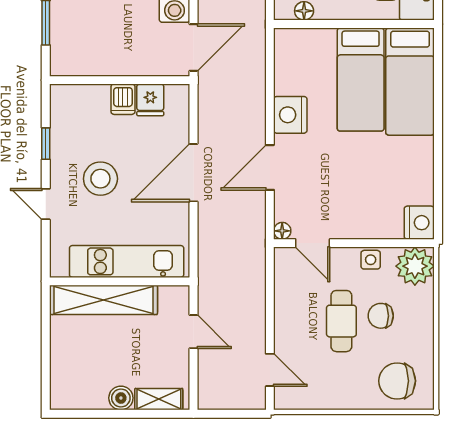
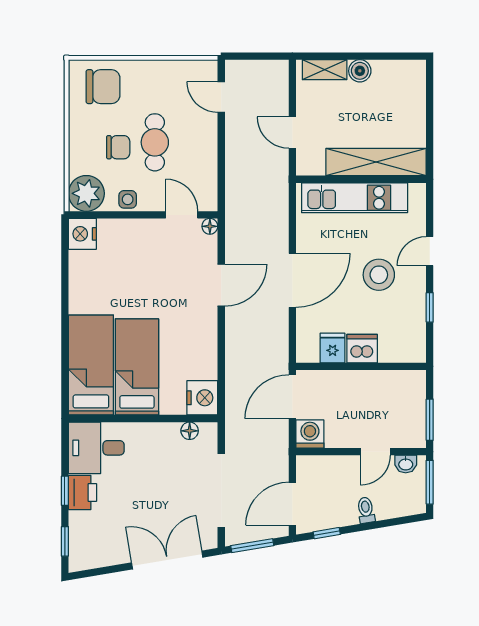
dishwasher: (123, 99) -> (362, 349), width x1.38
nightstand: (290, 115) -> (202, 398), moved
door: (46, 204) -> (430, 251), swing flipped

